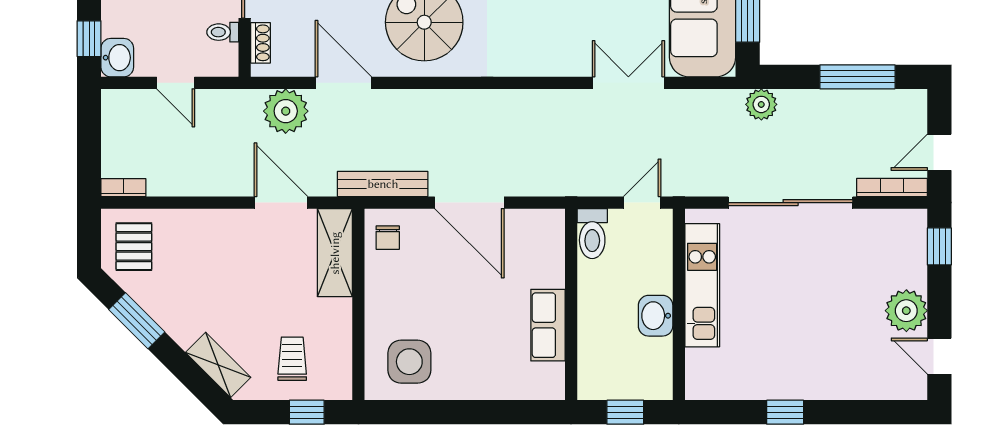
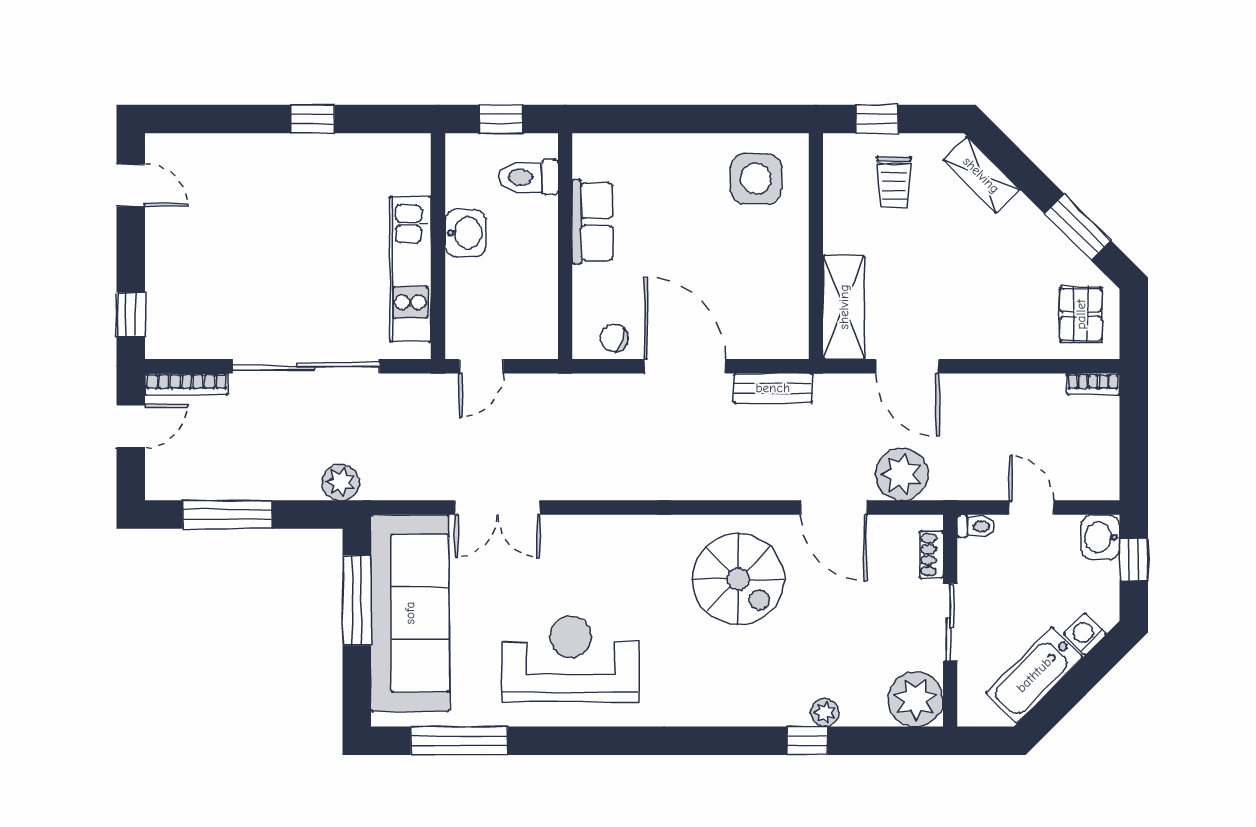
toilet: (223, 32) -> (976, 526), moved
bench: (383, 184) -> (773, 388), width x0.73
toilet: (592, 234) -> (529, 177), moved, turned -90
chair: (388, 238) -> (614, 338), moved, turned -73
plant: (906, 311) -> (170, 239), removed

